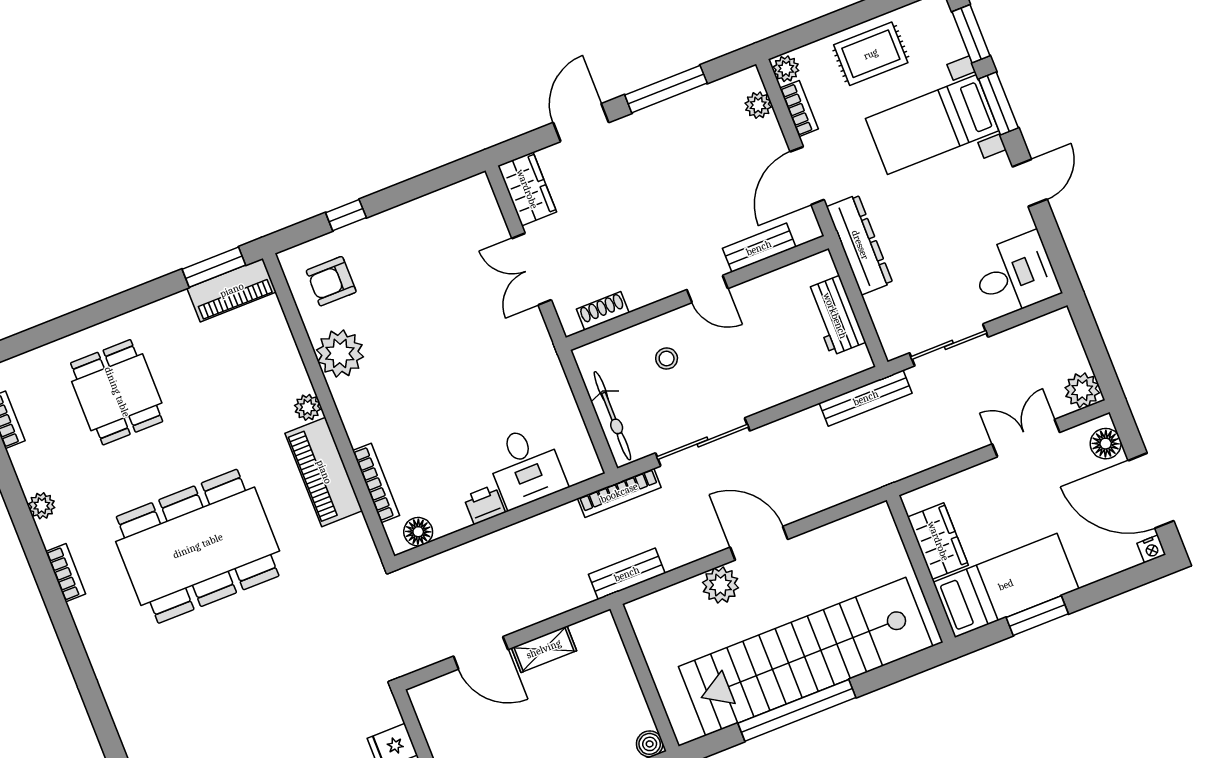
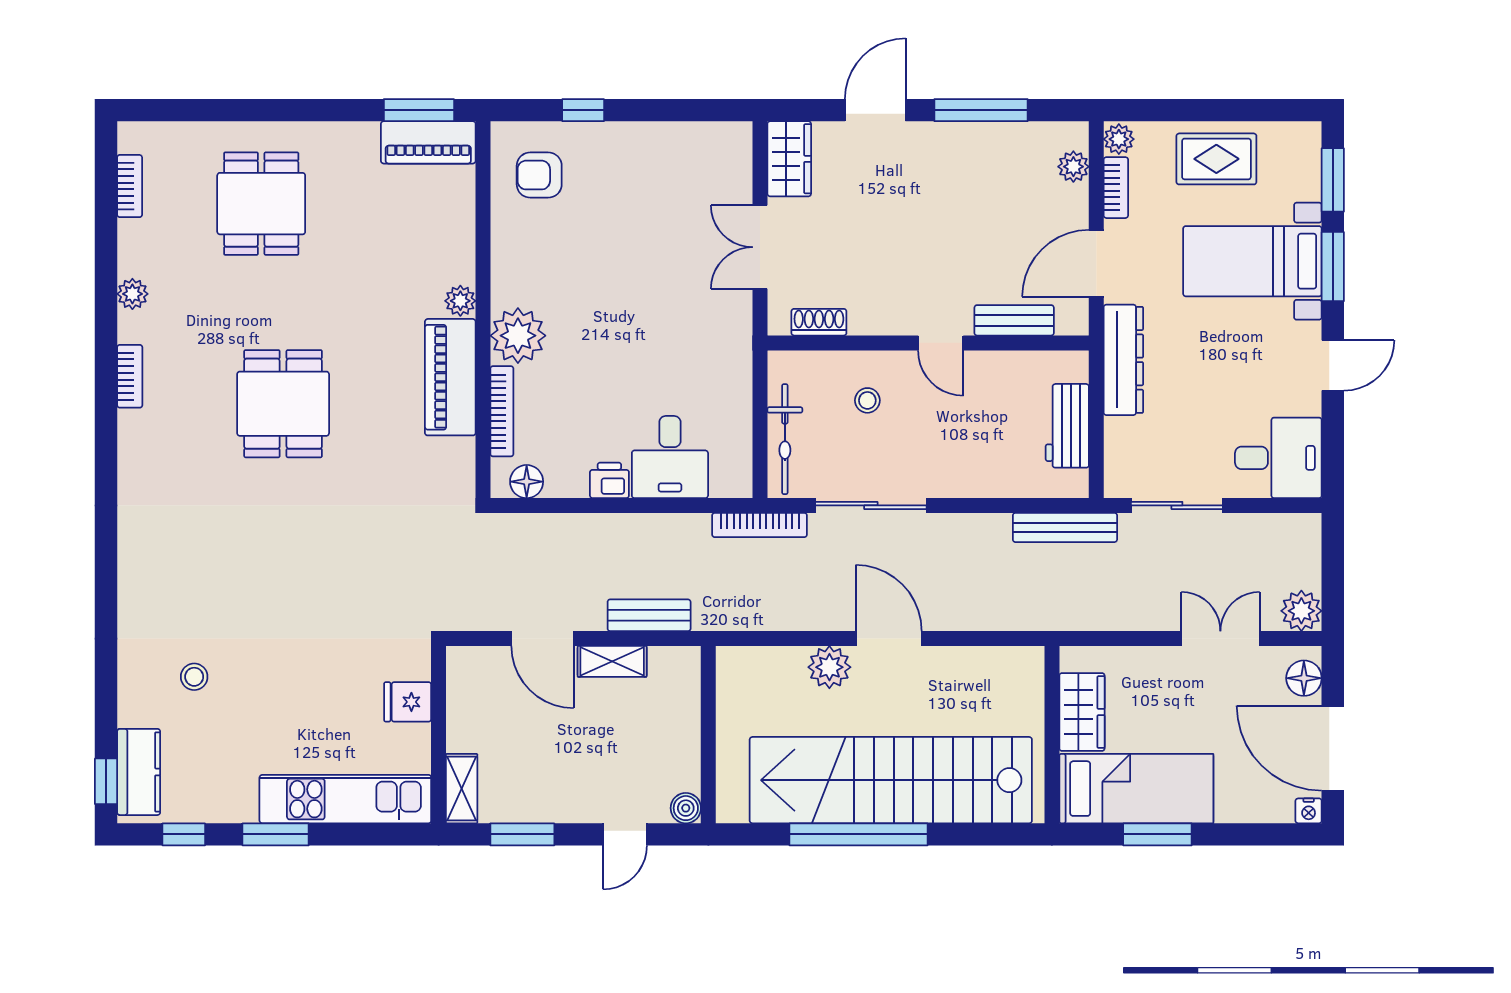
plant: (340, 353) -> (518, 336), moved
dining table: (198, 546) -> (283, 404), width x0.53, depth x0.80
bench: (627, 574) -> (649, 615), moved

